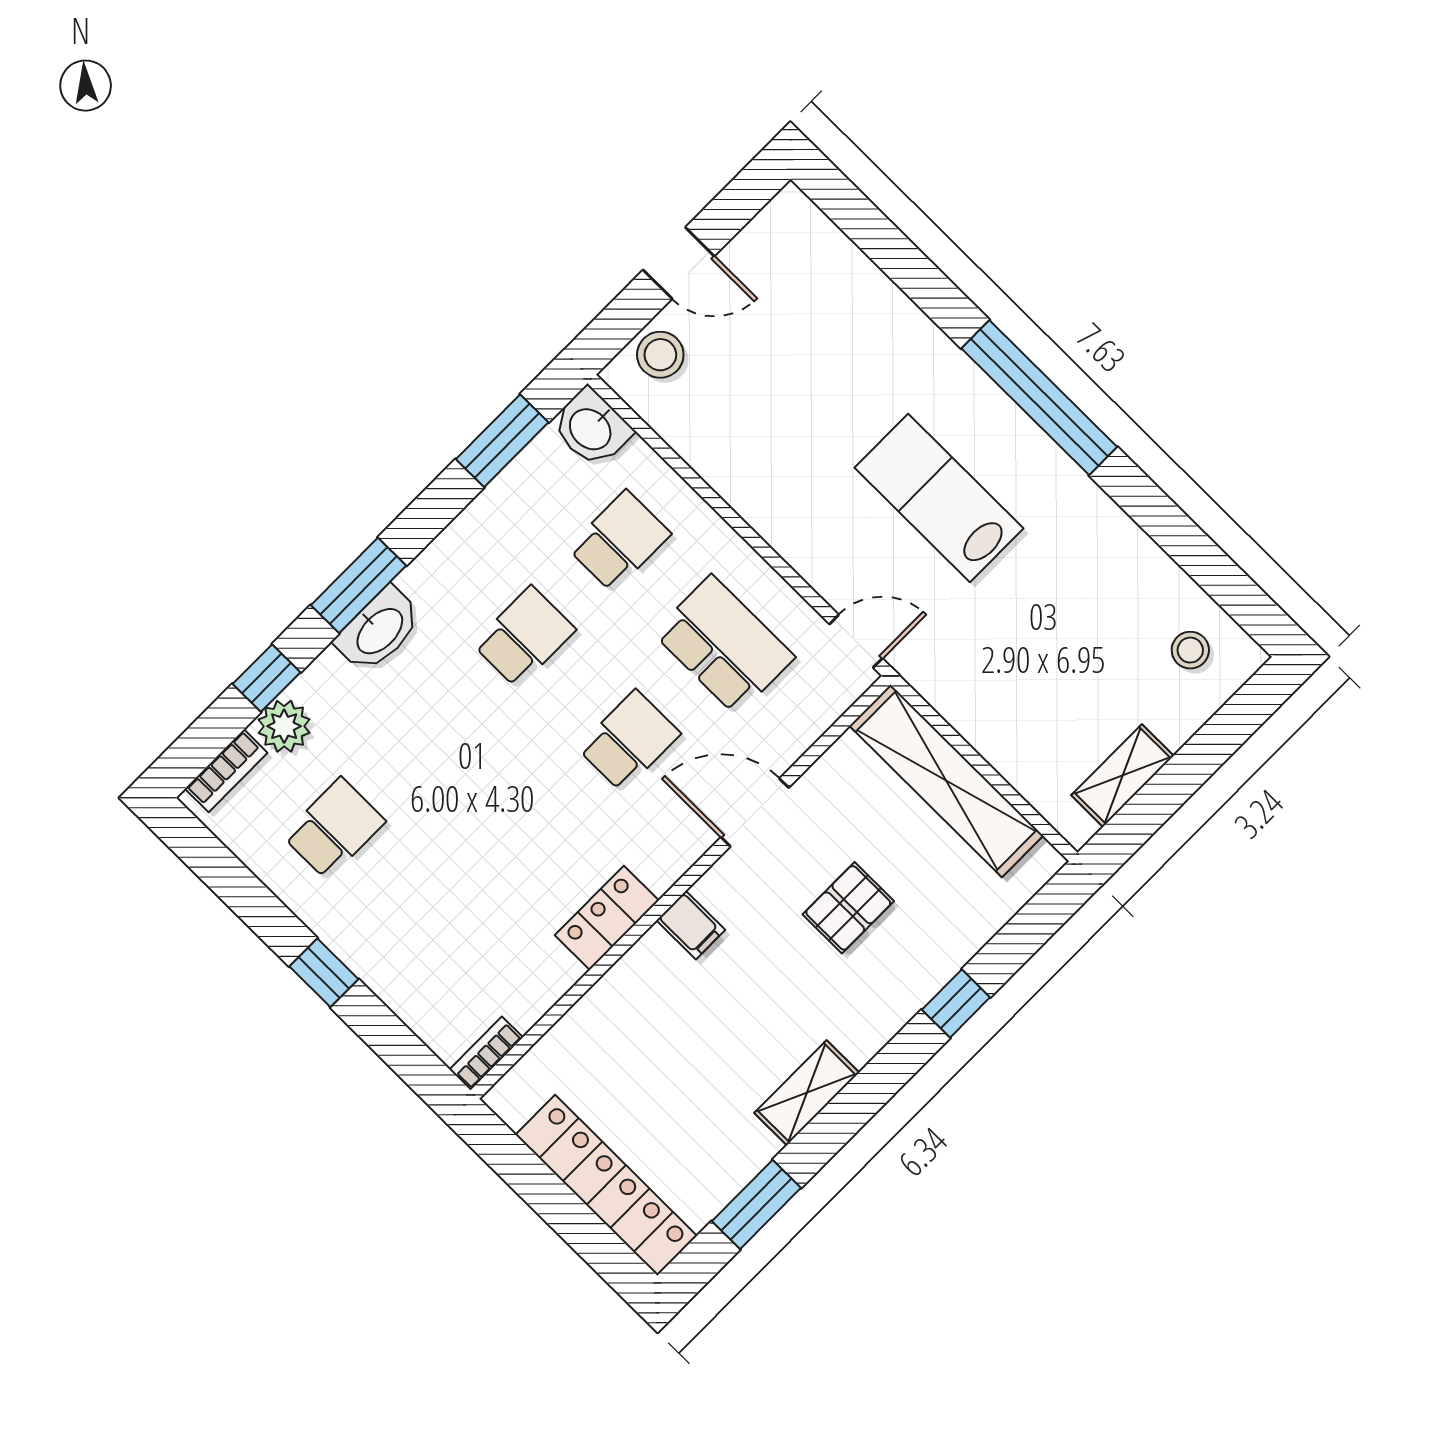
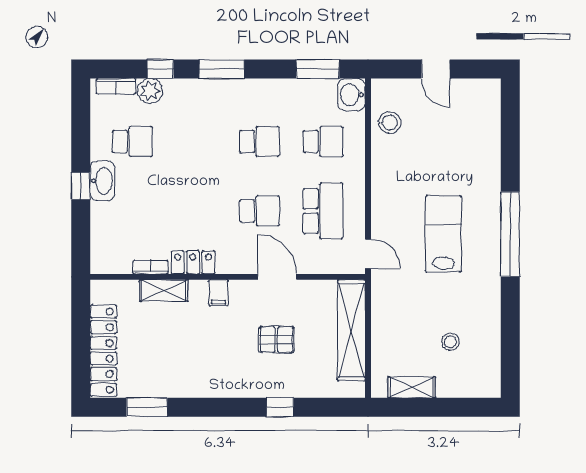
stool: (660, 355) -> (390, 123), moved
washbasin: (379, 630) -> (102, 181), moved, turned -90
stool: (1190, 650) -> (450, 342), moved
bookcase: (486, 1053) -> (150, 267), moved
shelving: (807, 1093) -> (164, 290), moved

